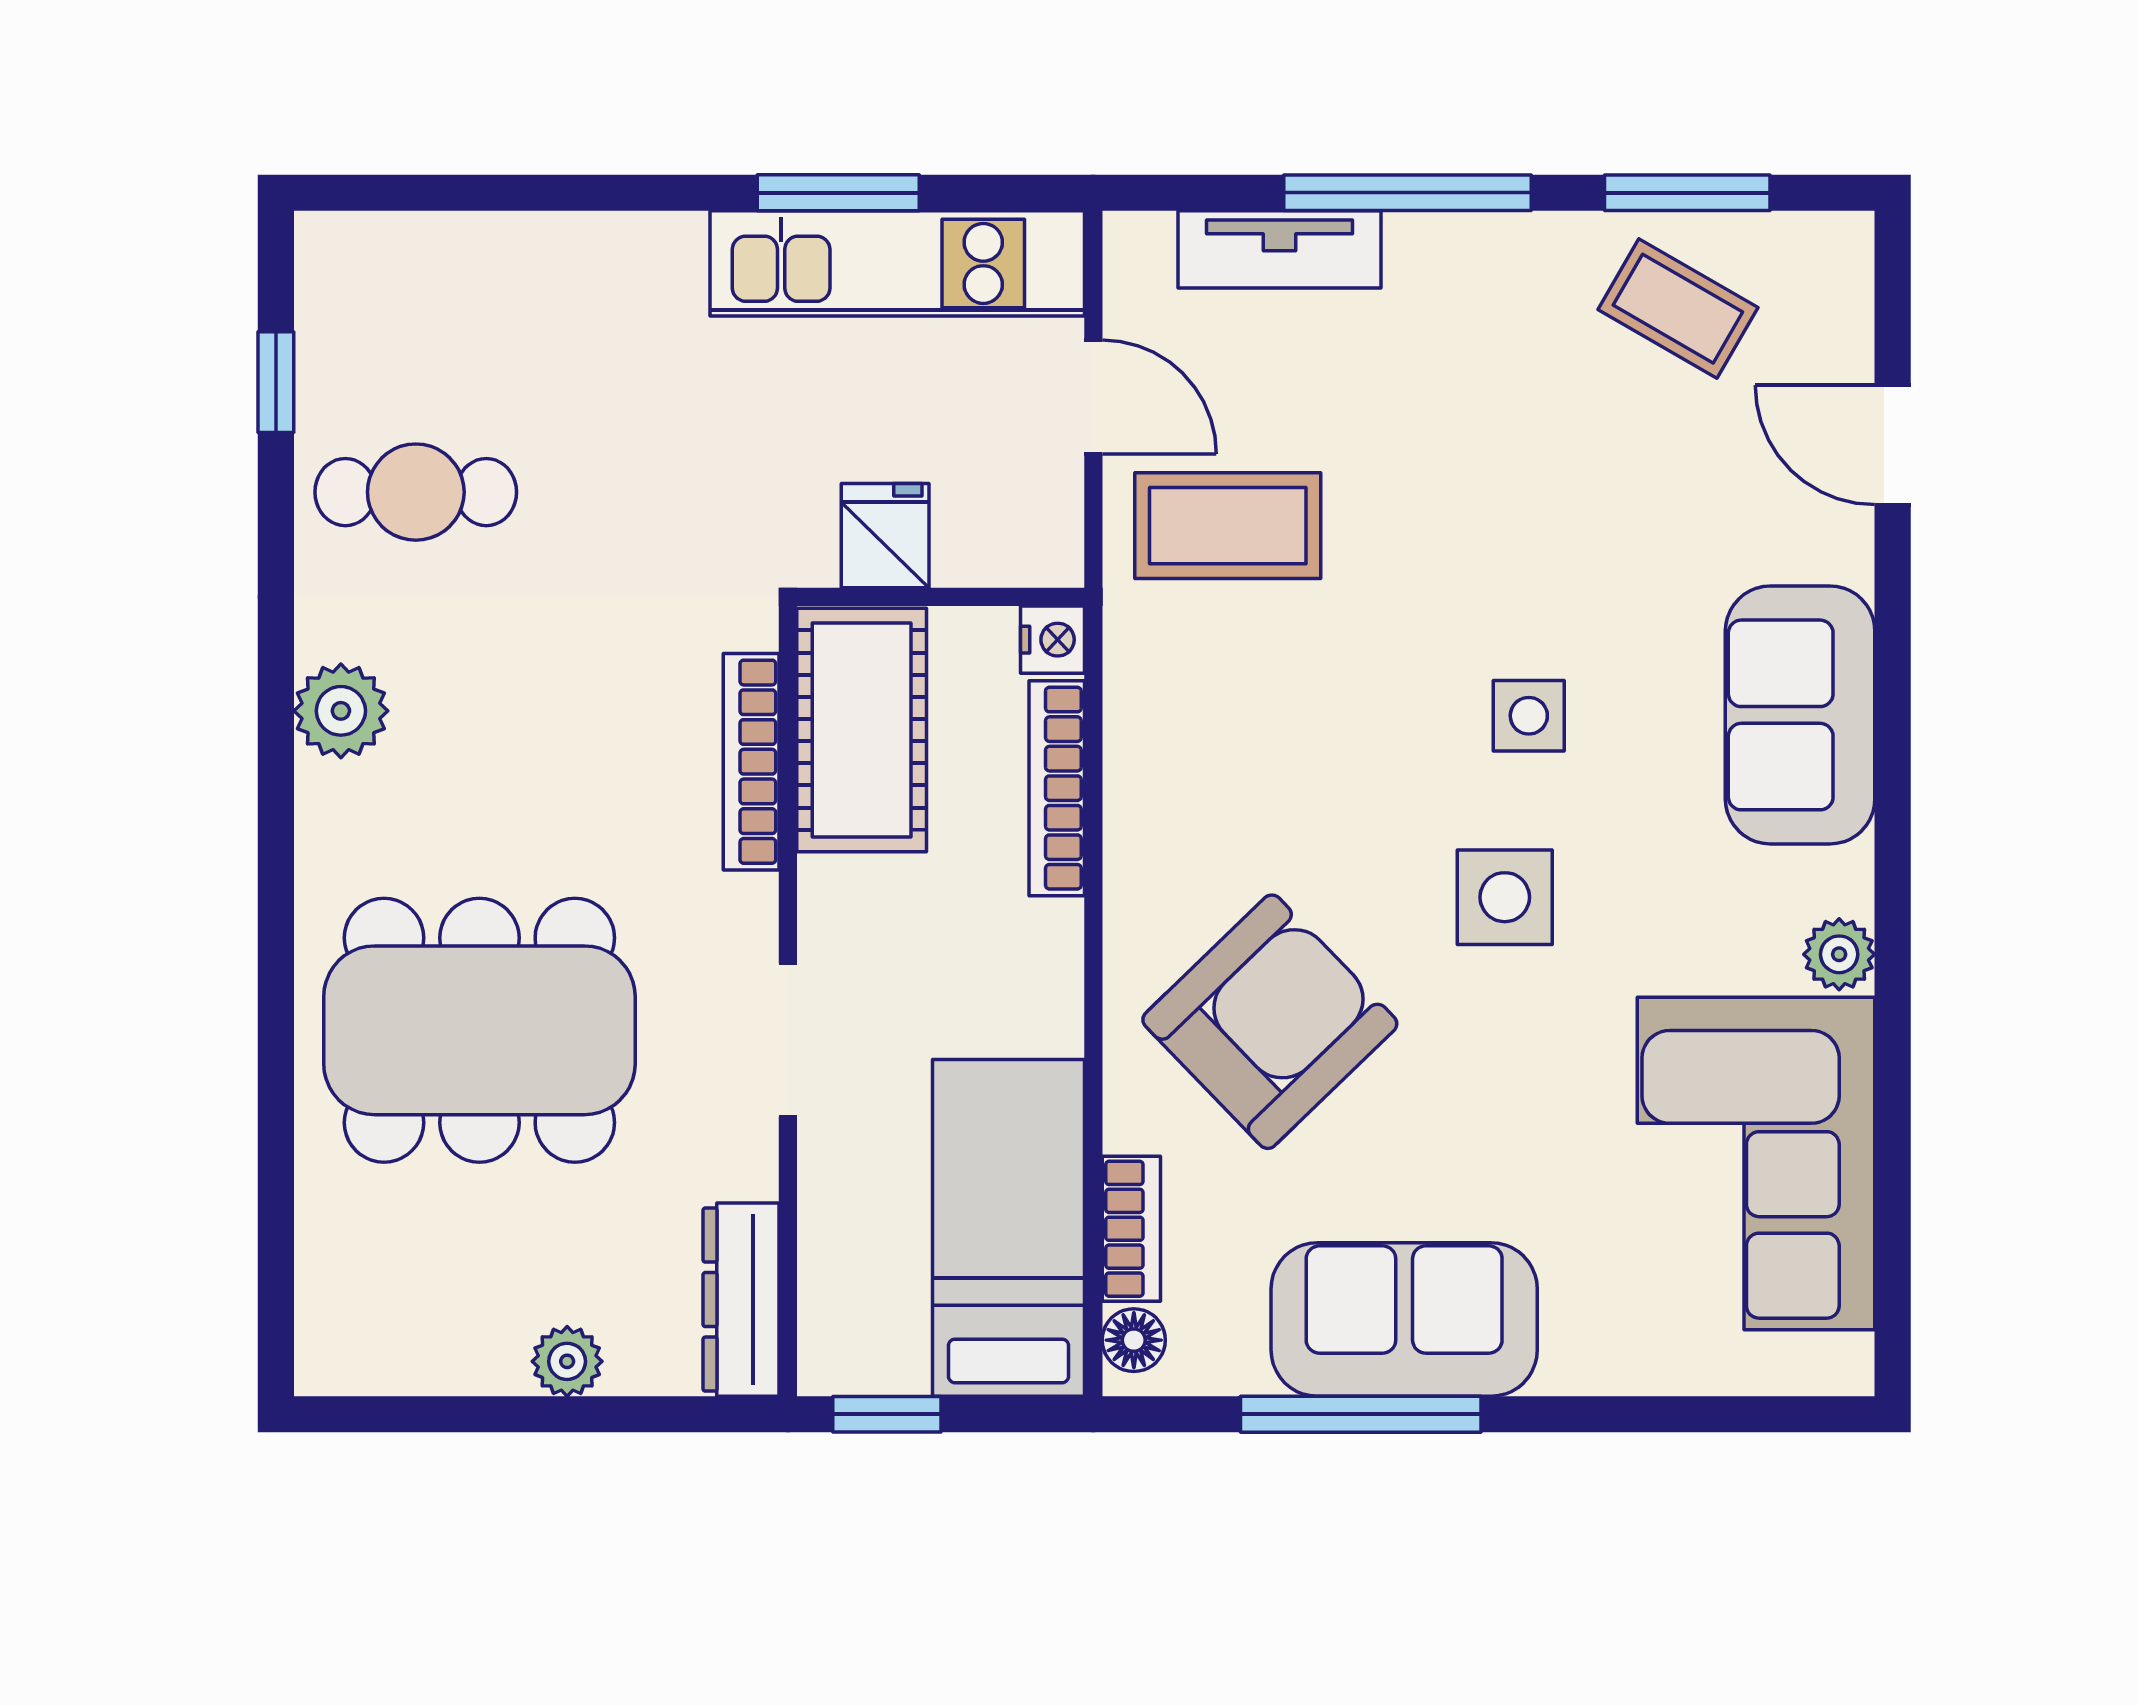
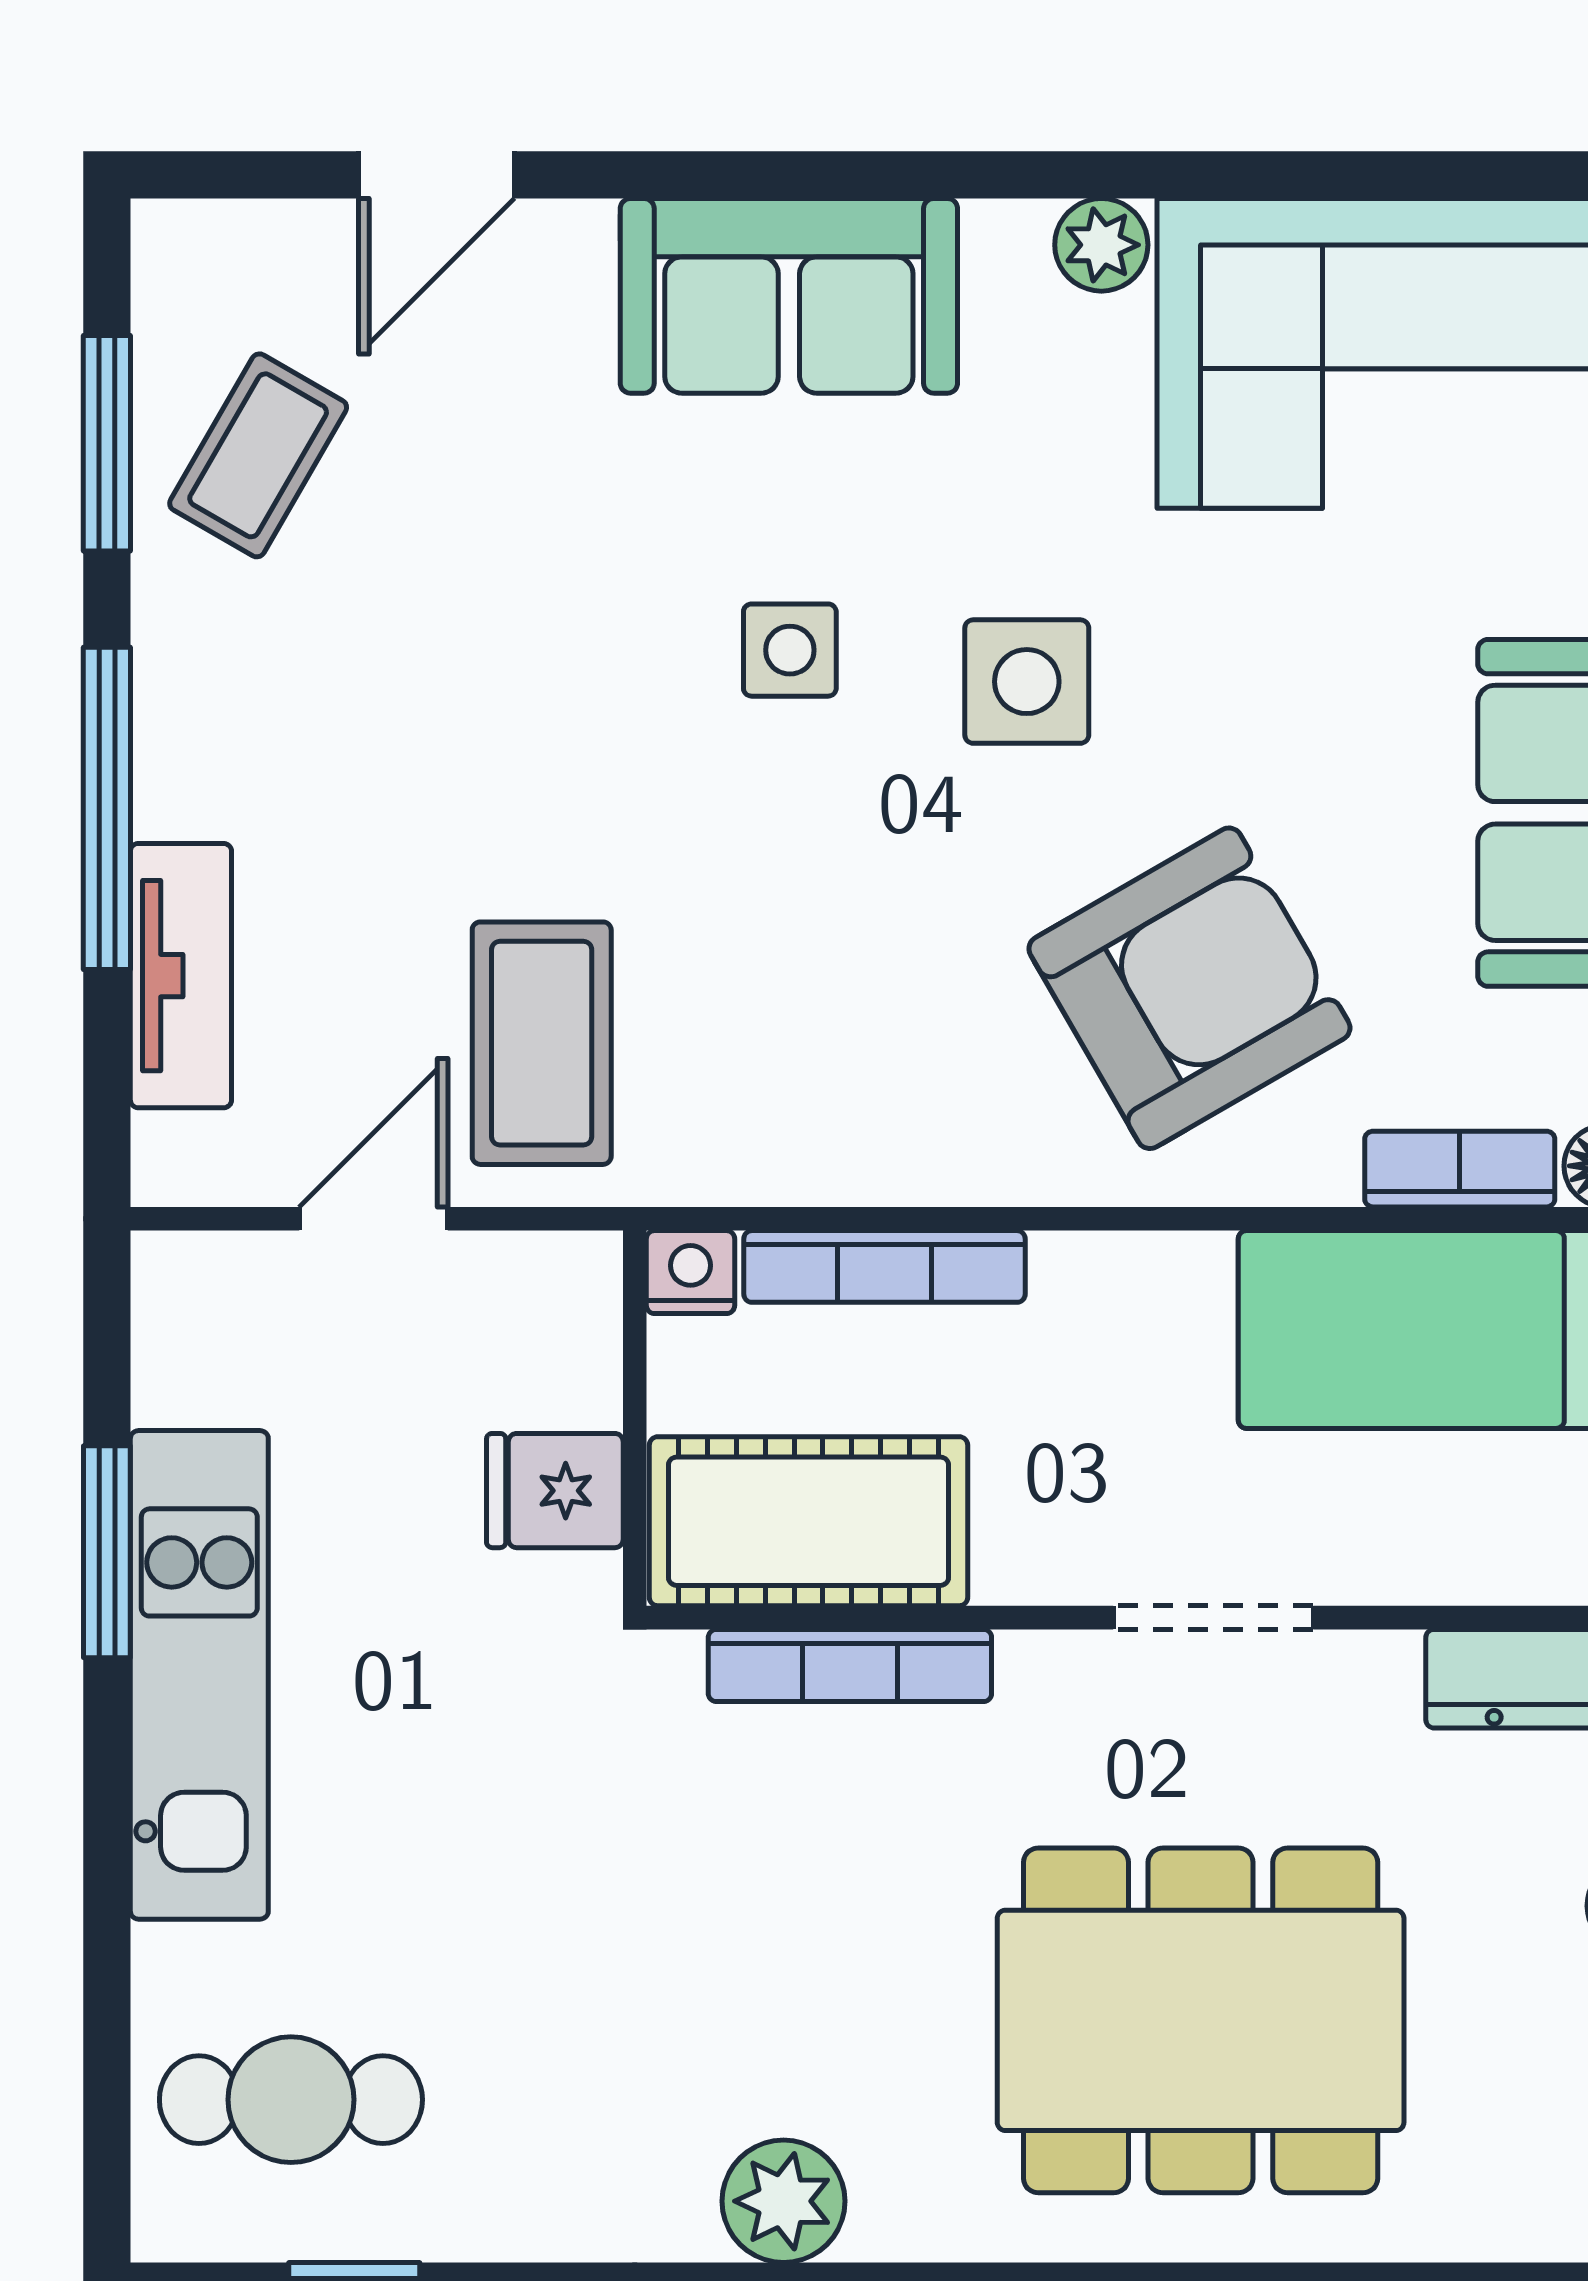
kitchen unit: (897, 263) -> (199, 1675), moved
cafe table: (416, 492) -> (291, 2100), moved, turned 90
armchair: (1270, 1022) -> (1189, 988), turned 104
dining table: (479, 1030) -> (1201, 2020), turned 90

